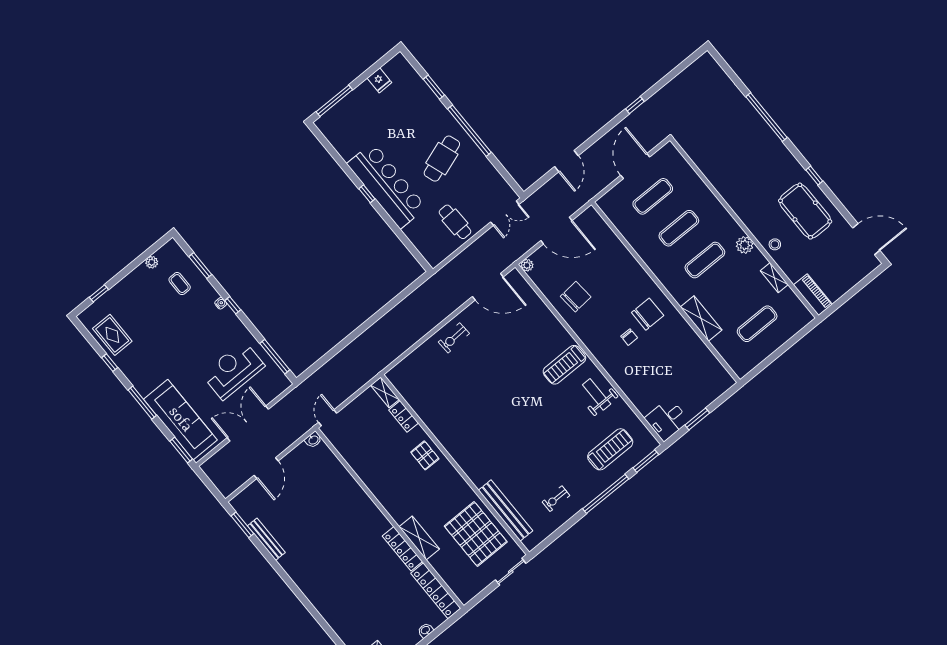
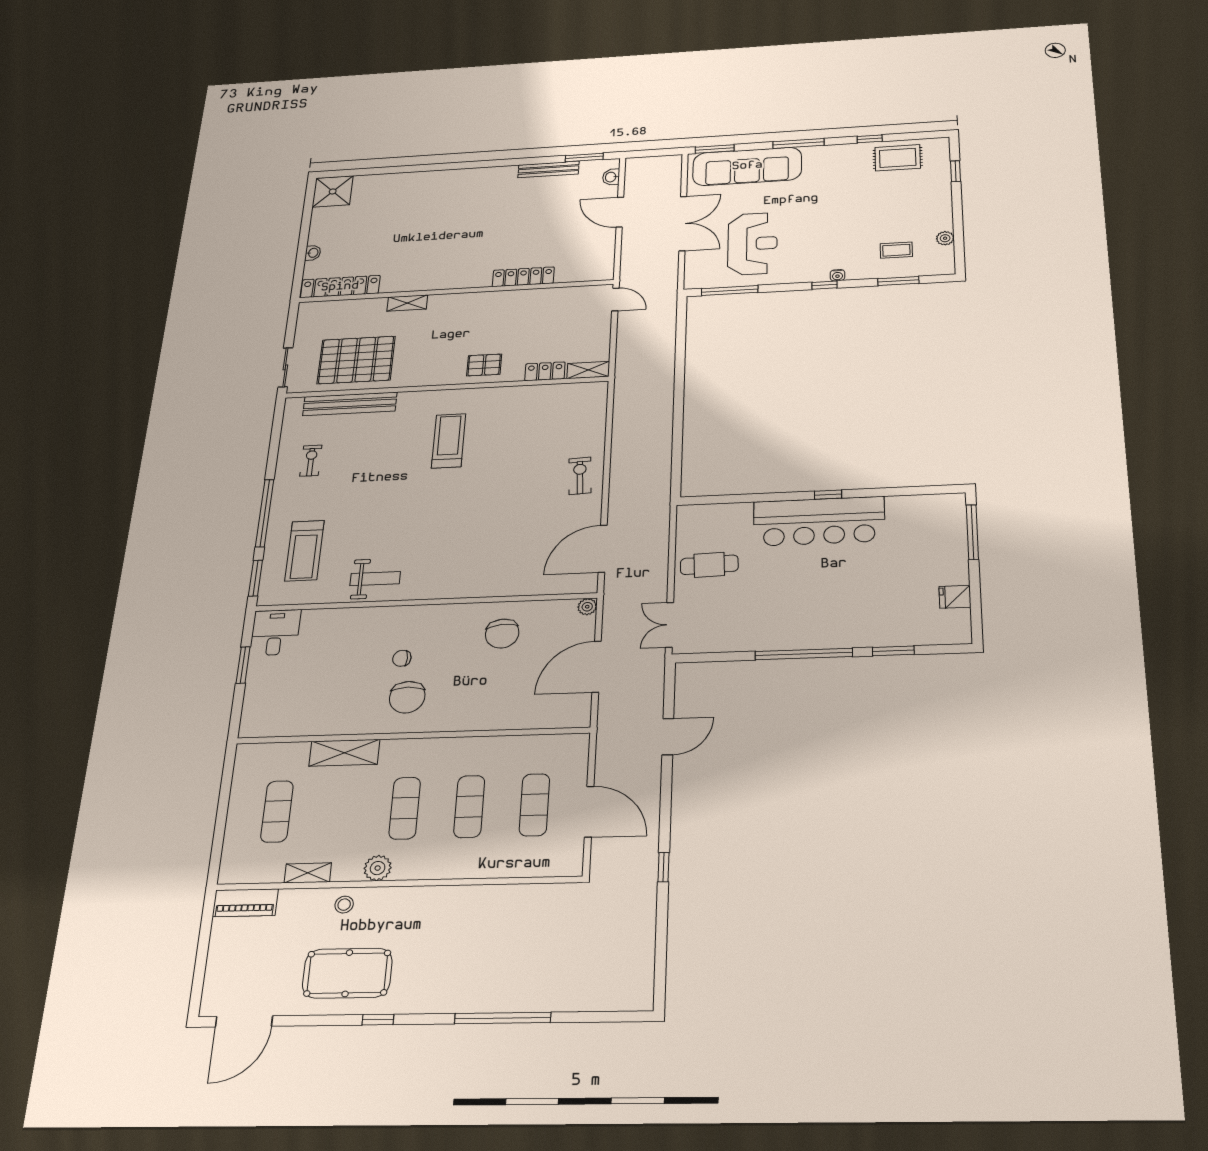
cafe table: (442, 159) -> (797, 601), removed
door: (566, 161) -> (668, 737), swing flipped
treadmill: (564, 365) -> (449, 441), moved
washbasin: (313, 440) -> (611, 177), moved
shelving: (419, 538) -> (407, 303), width x0.67, depth x0.75
locker: (402, 549) -> (523, 277), moved

